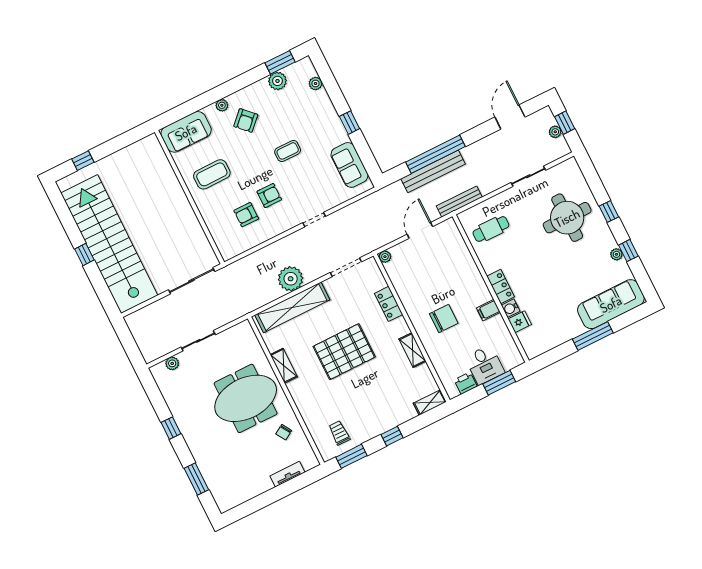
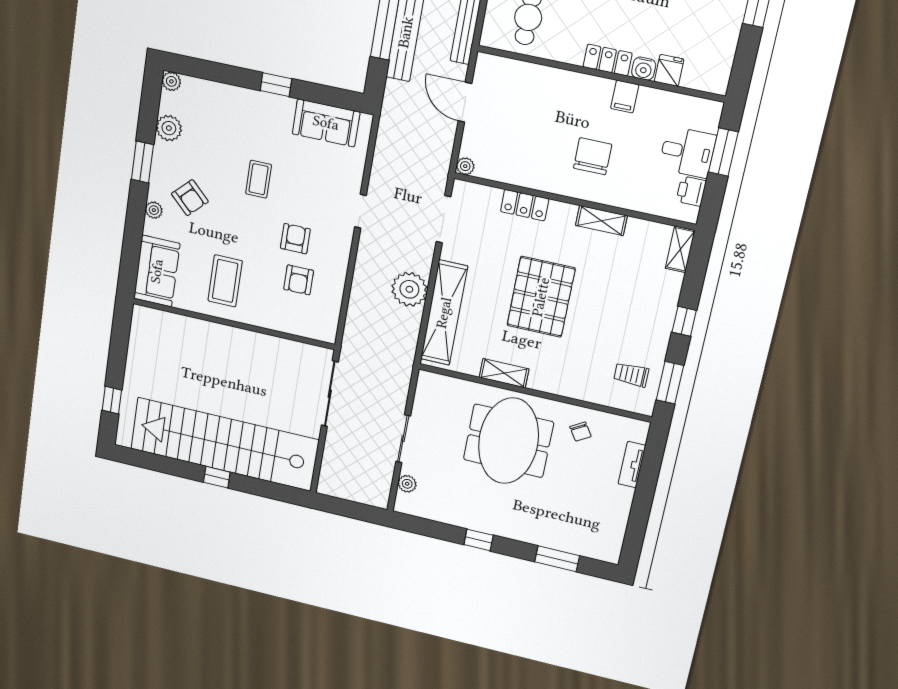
window: (280, 62) -> (142, 162), moved
plant: (315, 83) -> (171, 81), moved

